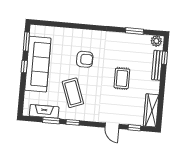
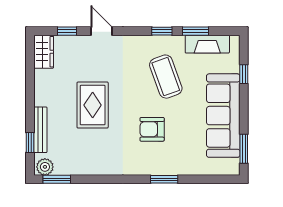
window: (80, 26) -> (164, 179), added
window: (135, 31) -> (57, 179), moved
window: (24, 67) -> (244, 74), moved
rug: (122, 78) -> (93, 105), width x1.36, depth x1.43
wardrobe: (151, 110) -> (44, 52), width x0.67

